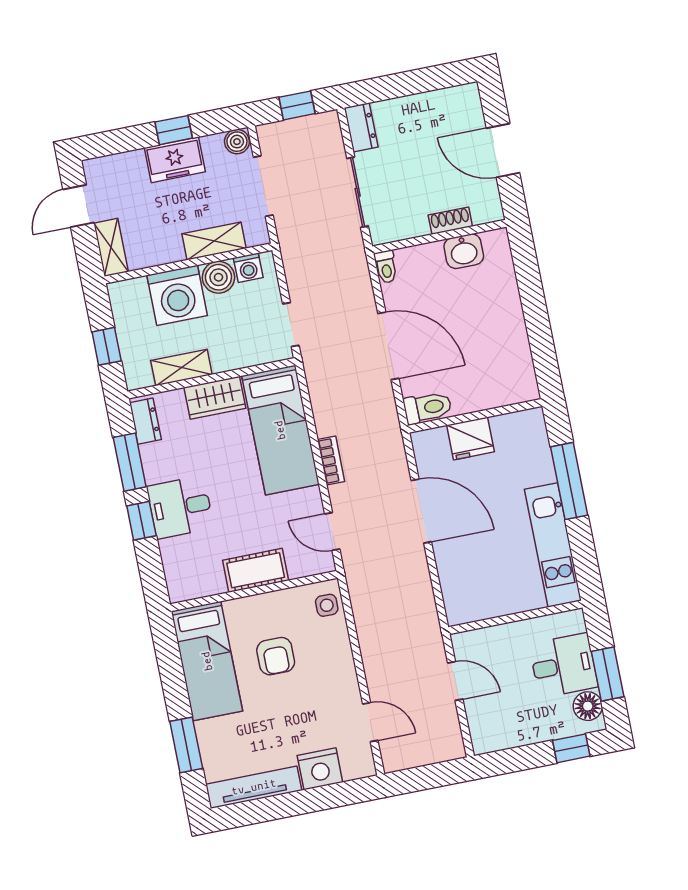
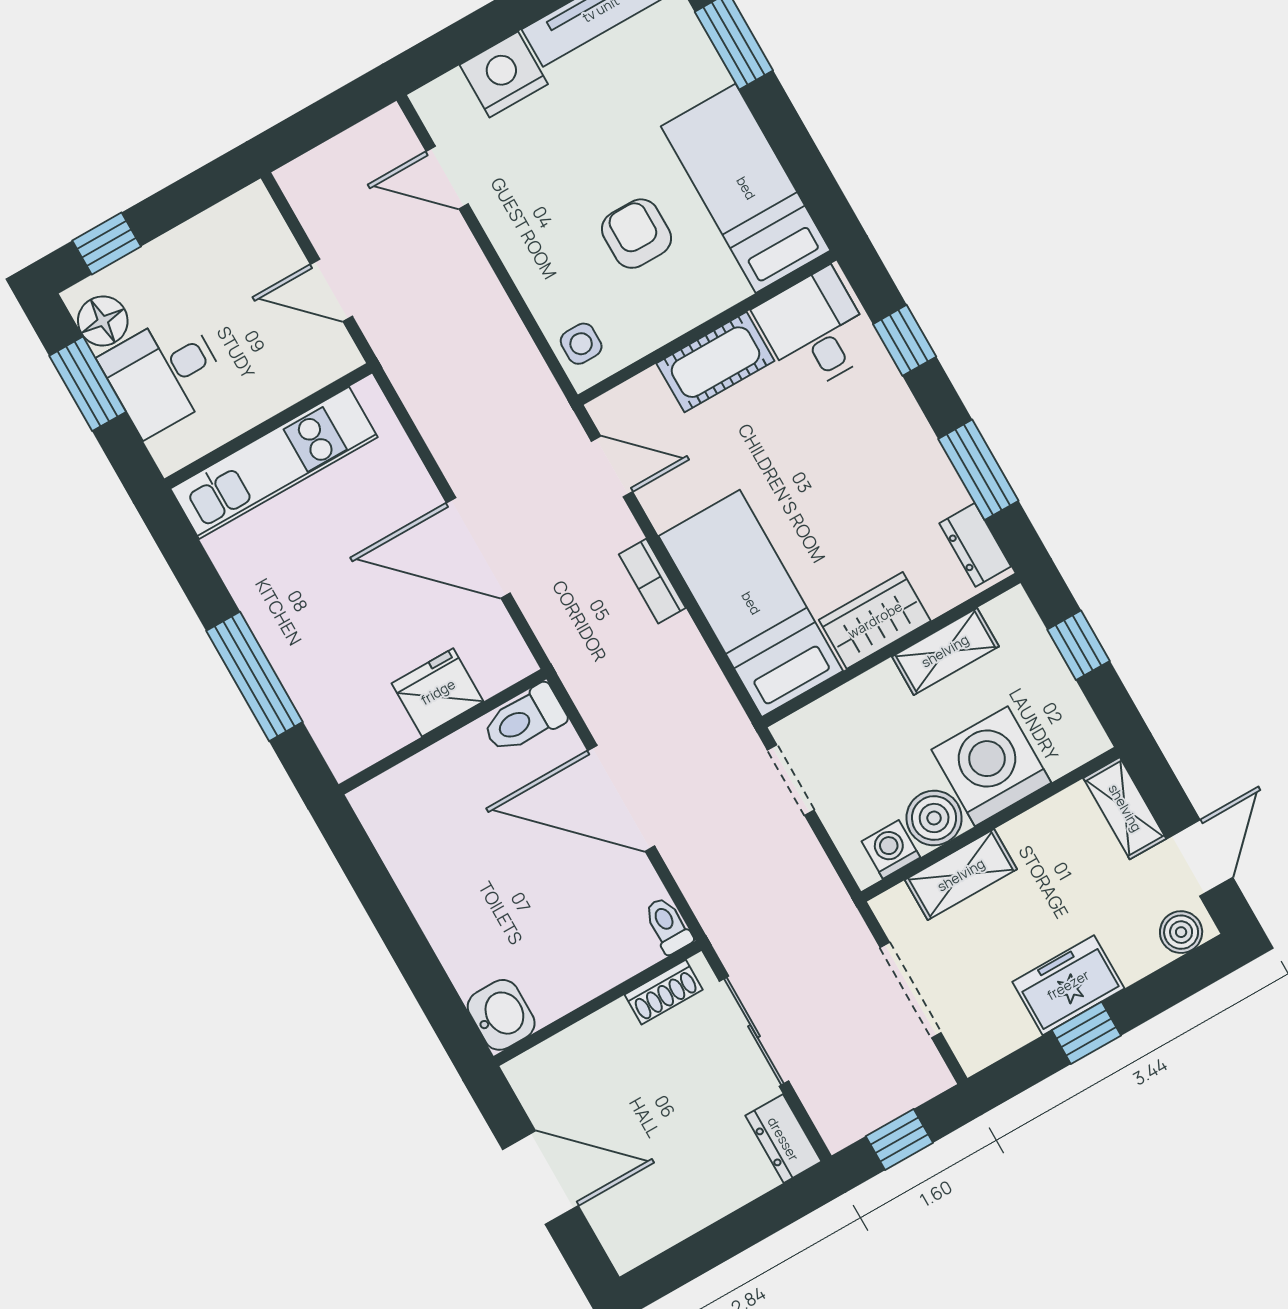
boiler: (237, 142) -> (1181, 932), moved
shoe rack: (450, 221) -> (664, 992), moved
washbasin: (464, 251) -> (501, 1015), moved, turned 90
desk: (180, 507) -> (815, 330), moved, turned -90
window: (141, 521) -> (905, 340), moved
kitchen unit: (553, 545) -> (274, 463), moved, turned 90

